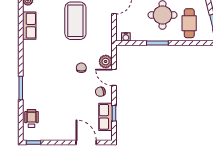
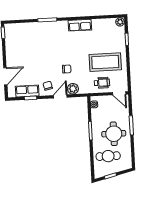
row of seats: (29, 26) -> (80, 25), moved
wheelchair: (31, 119) -> (102, 83), moved

